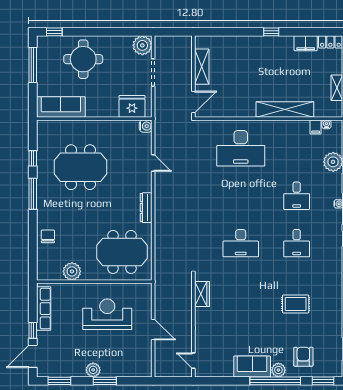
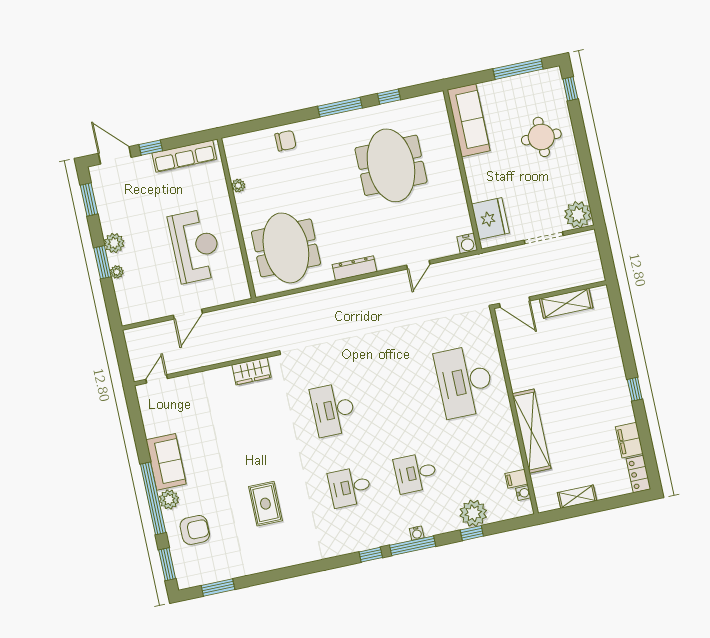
round table: (83, 59) -> (541, 137), width x0.73, depth x0.73
plant: (72, 271) -> (238, 186), width x0.53, depth x0.53
plant: (114, 372) -> (117, 272), added

